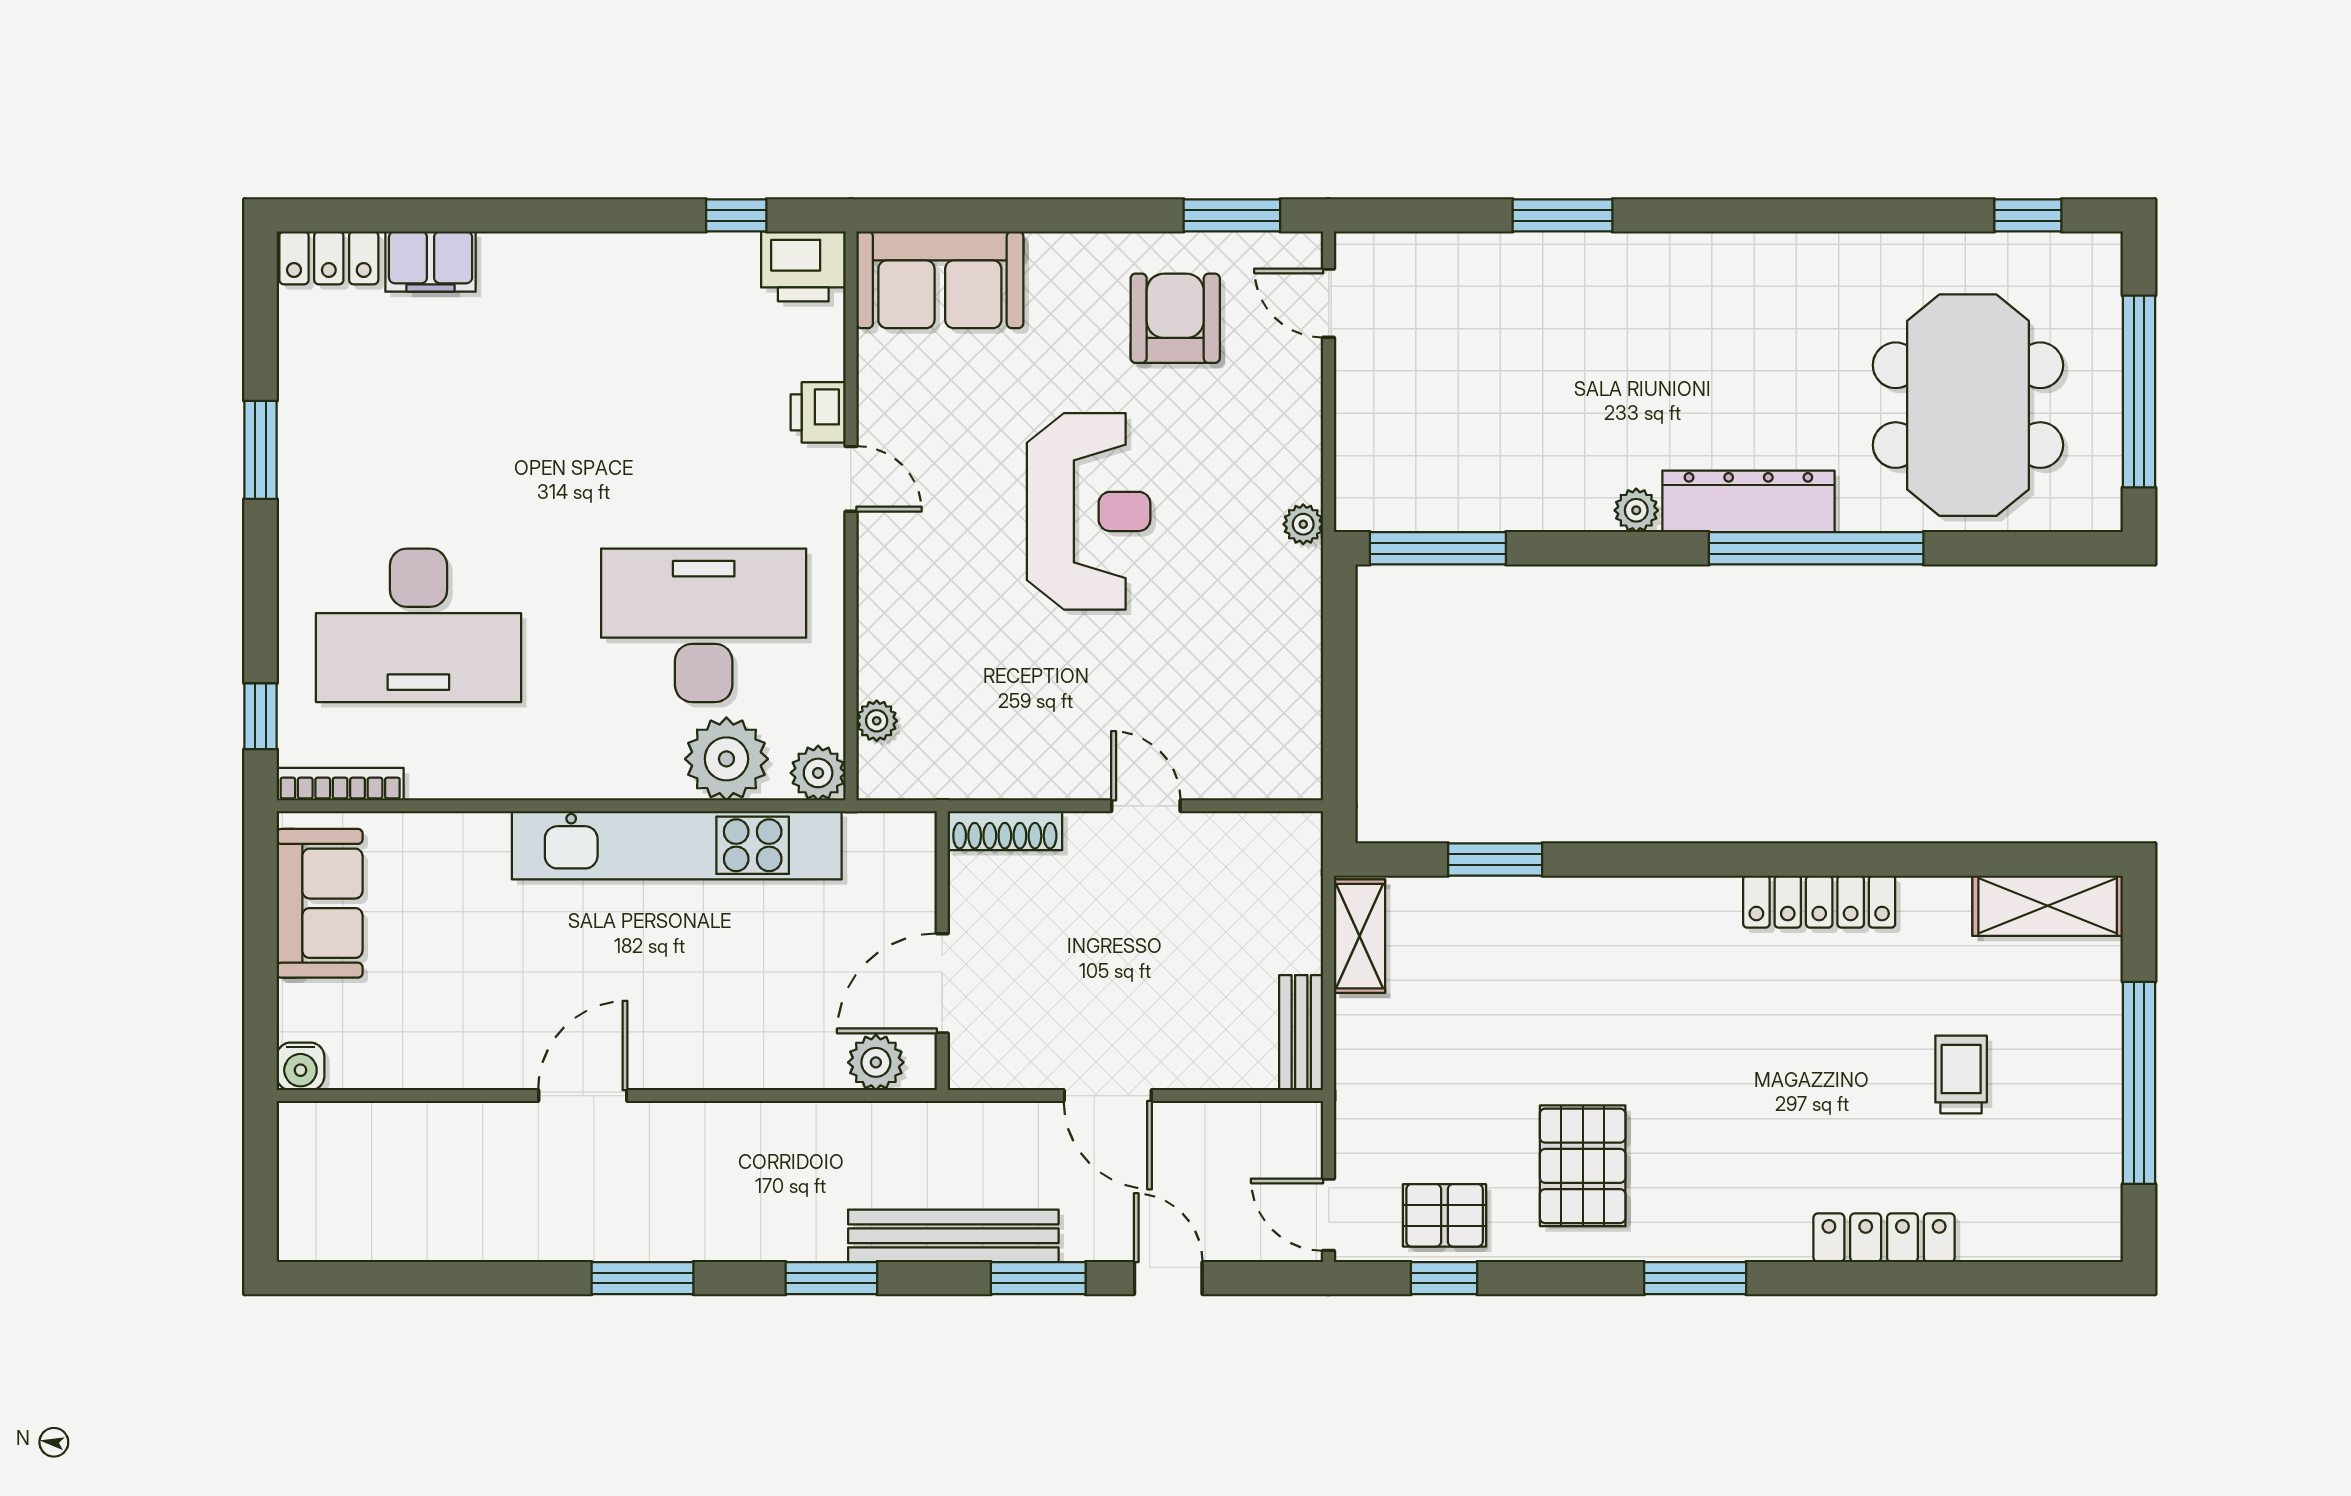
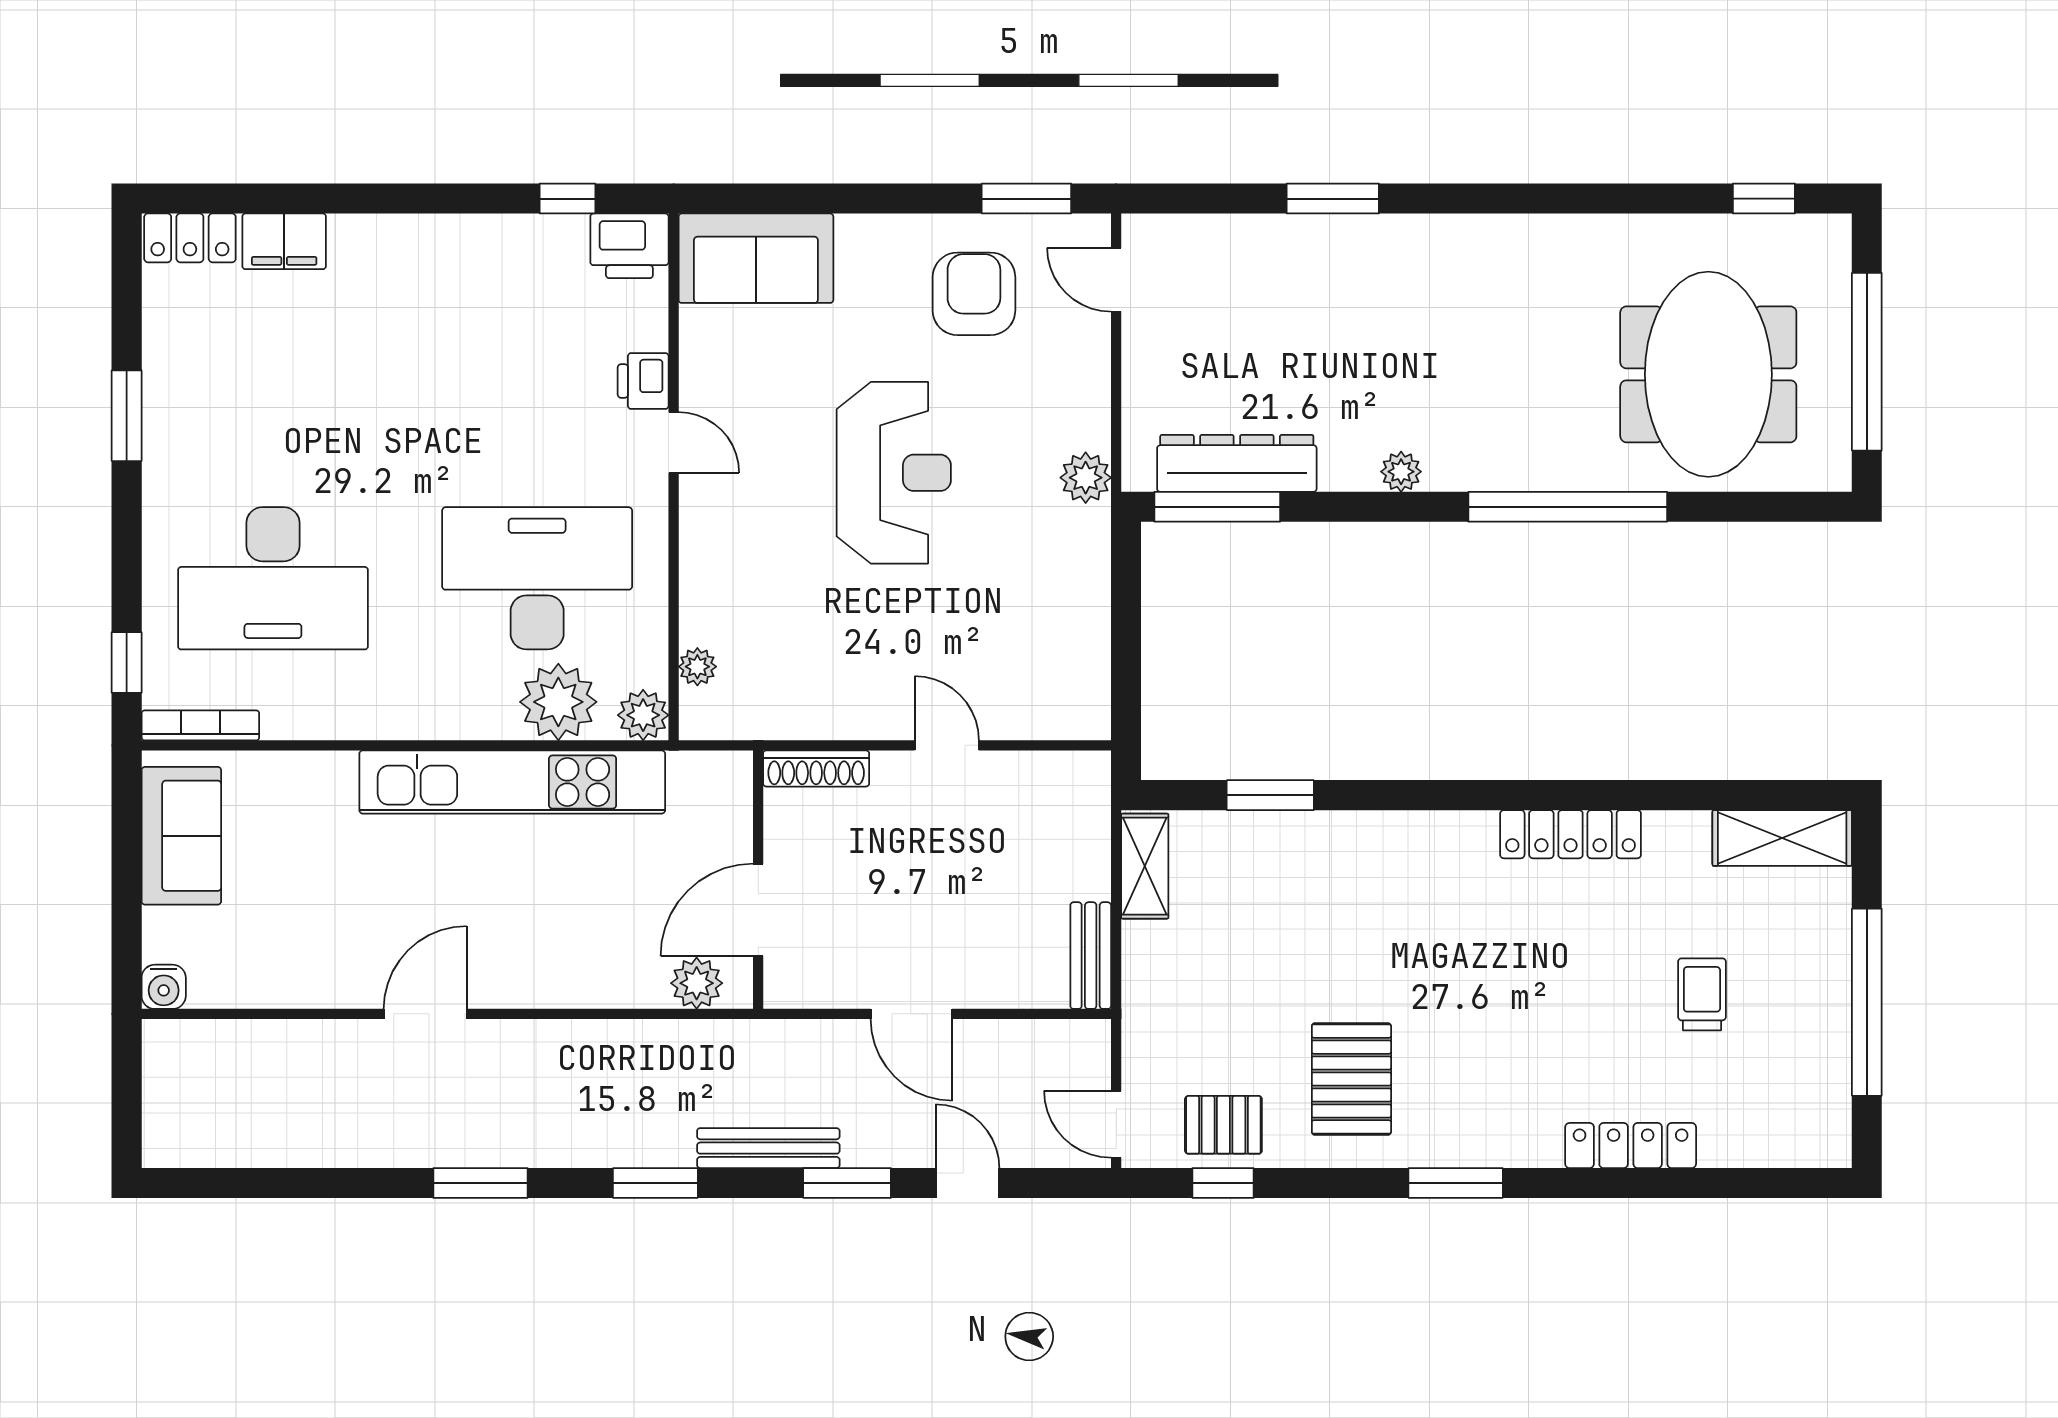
dresser: (1748, 501) -> (1237, 463), moved
plant: (1303, 524) -> (1086, 478), width x1.38, depth x1.38
bench: (953, 1236) -> (768, 1148), width x0.73, depth x0.82

